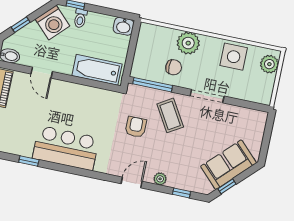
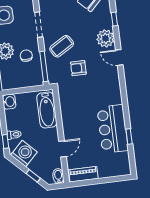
bar counter: (66, 148) -> (113, 129), moved
plant: (160, 179) -> (105, 38), width x1.87, depth x1.87

